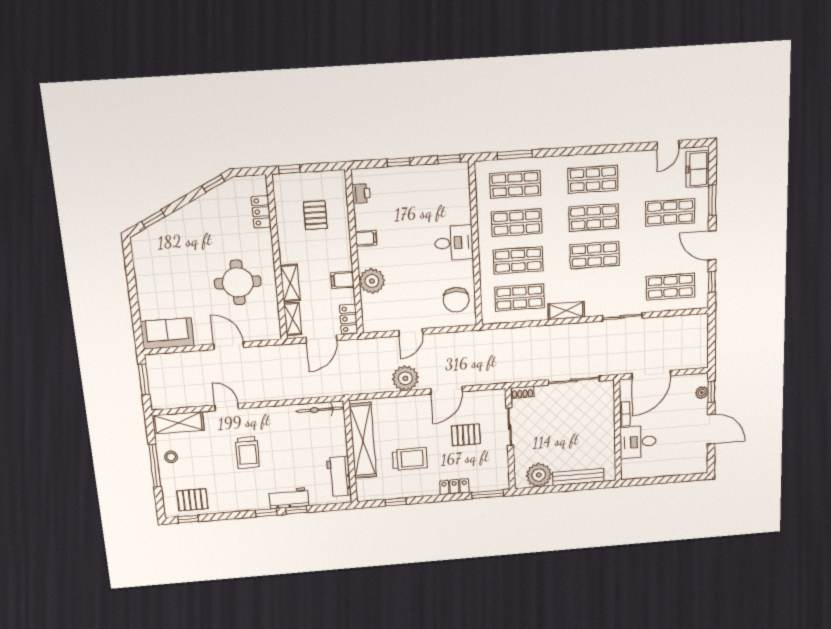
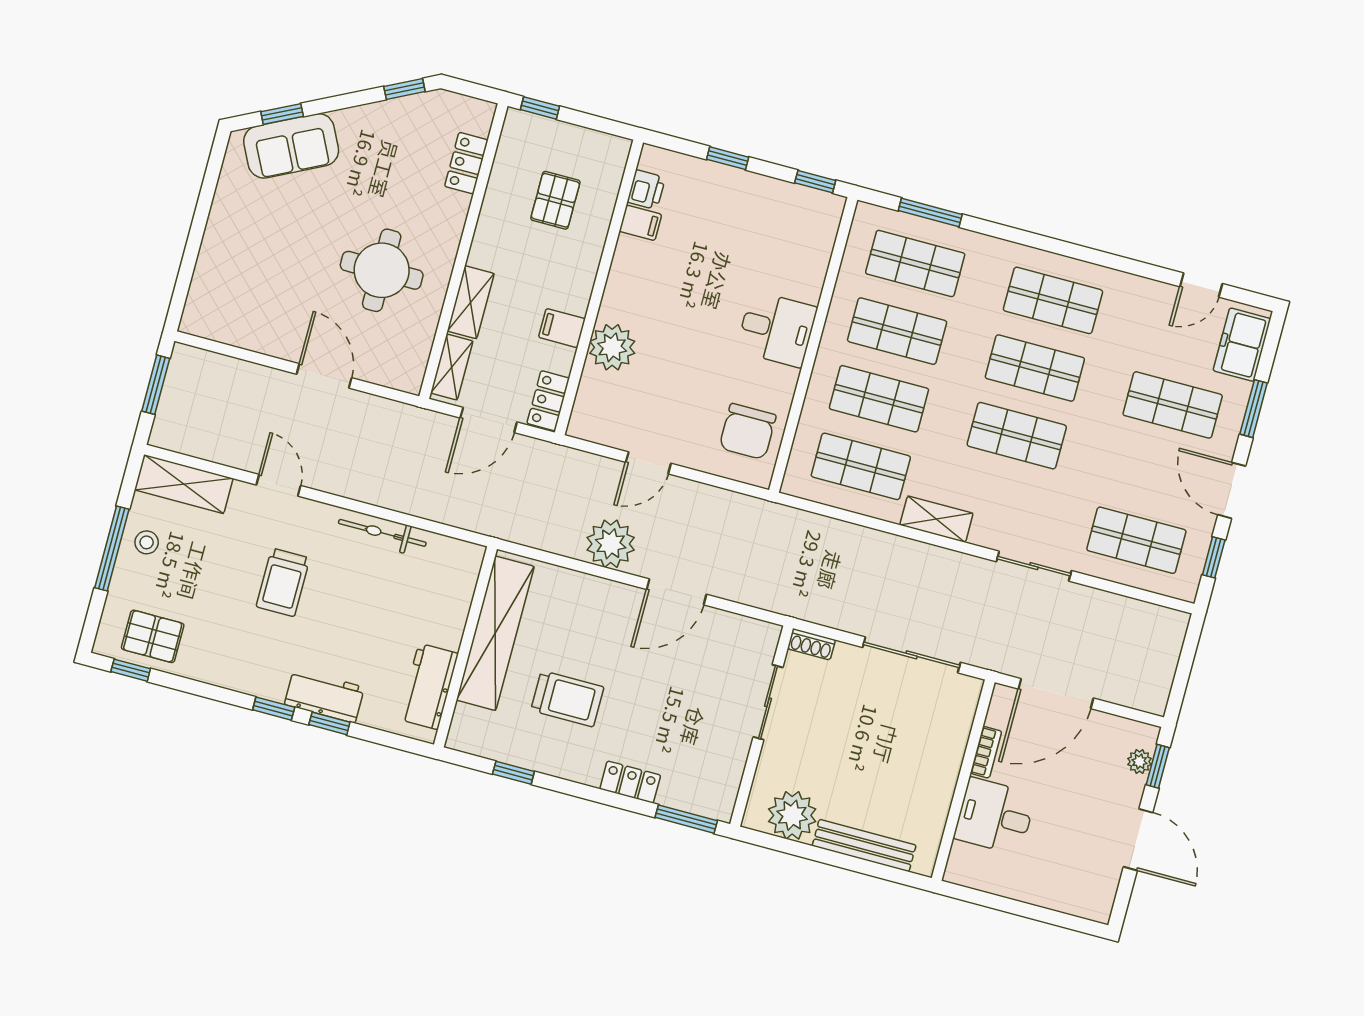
filing cabinet: (366, 238) -> (640, 223), moved
sofa: (167, 333) -> (291, 146), moved, turned 153
bicycle: (320, 410) -> (382, 533), moved
pallet: (466, 435) -> (684, 689), removed

